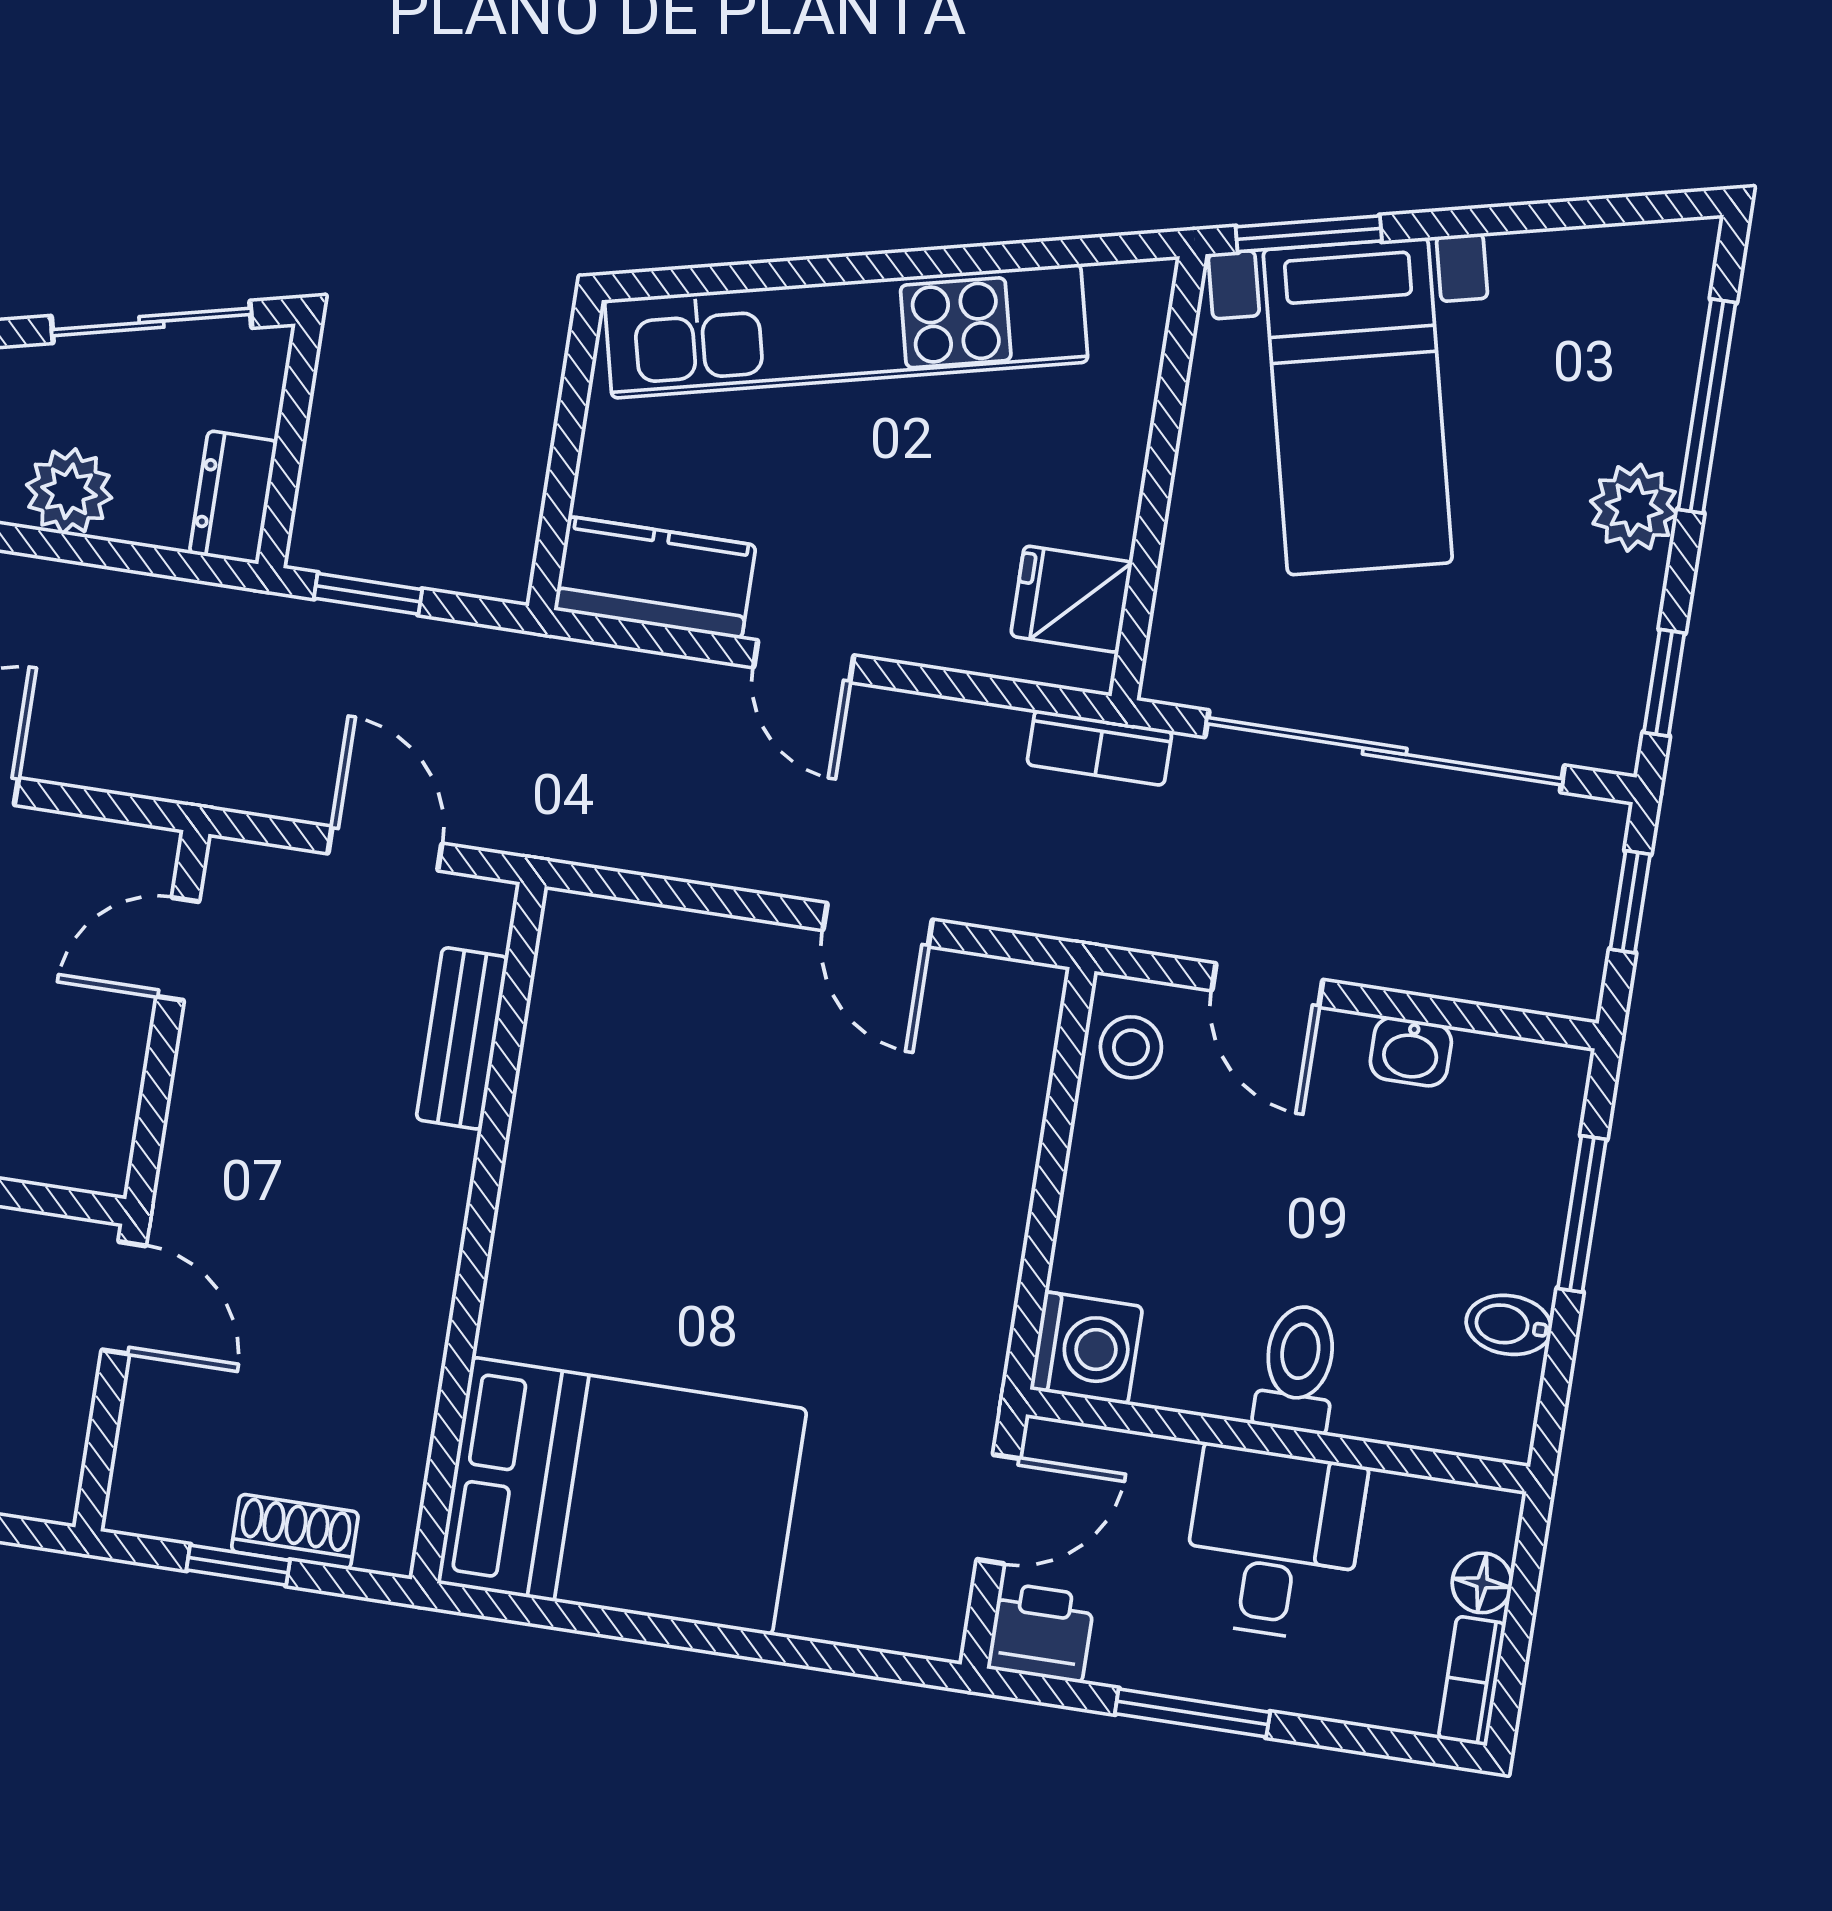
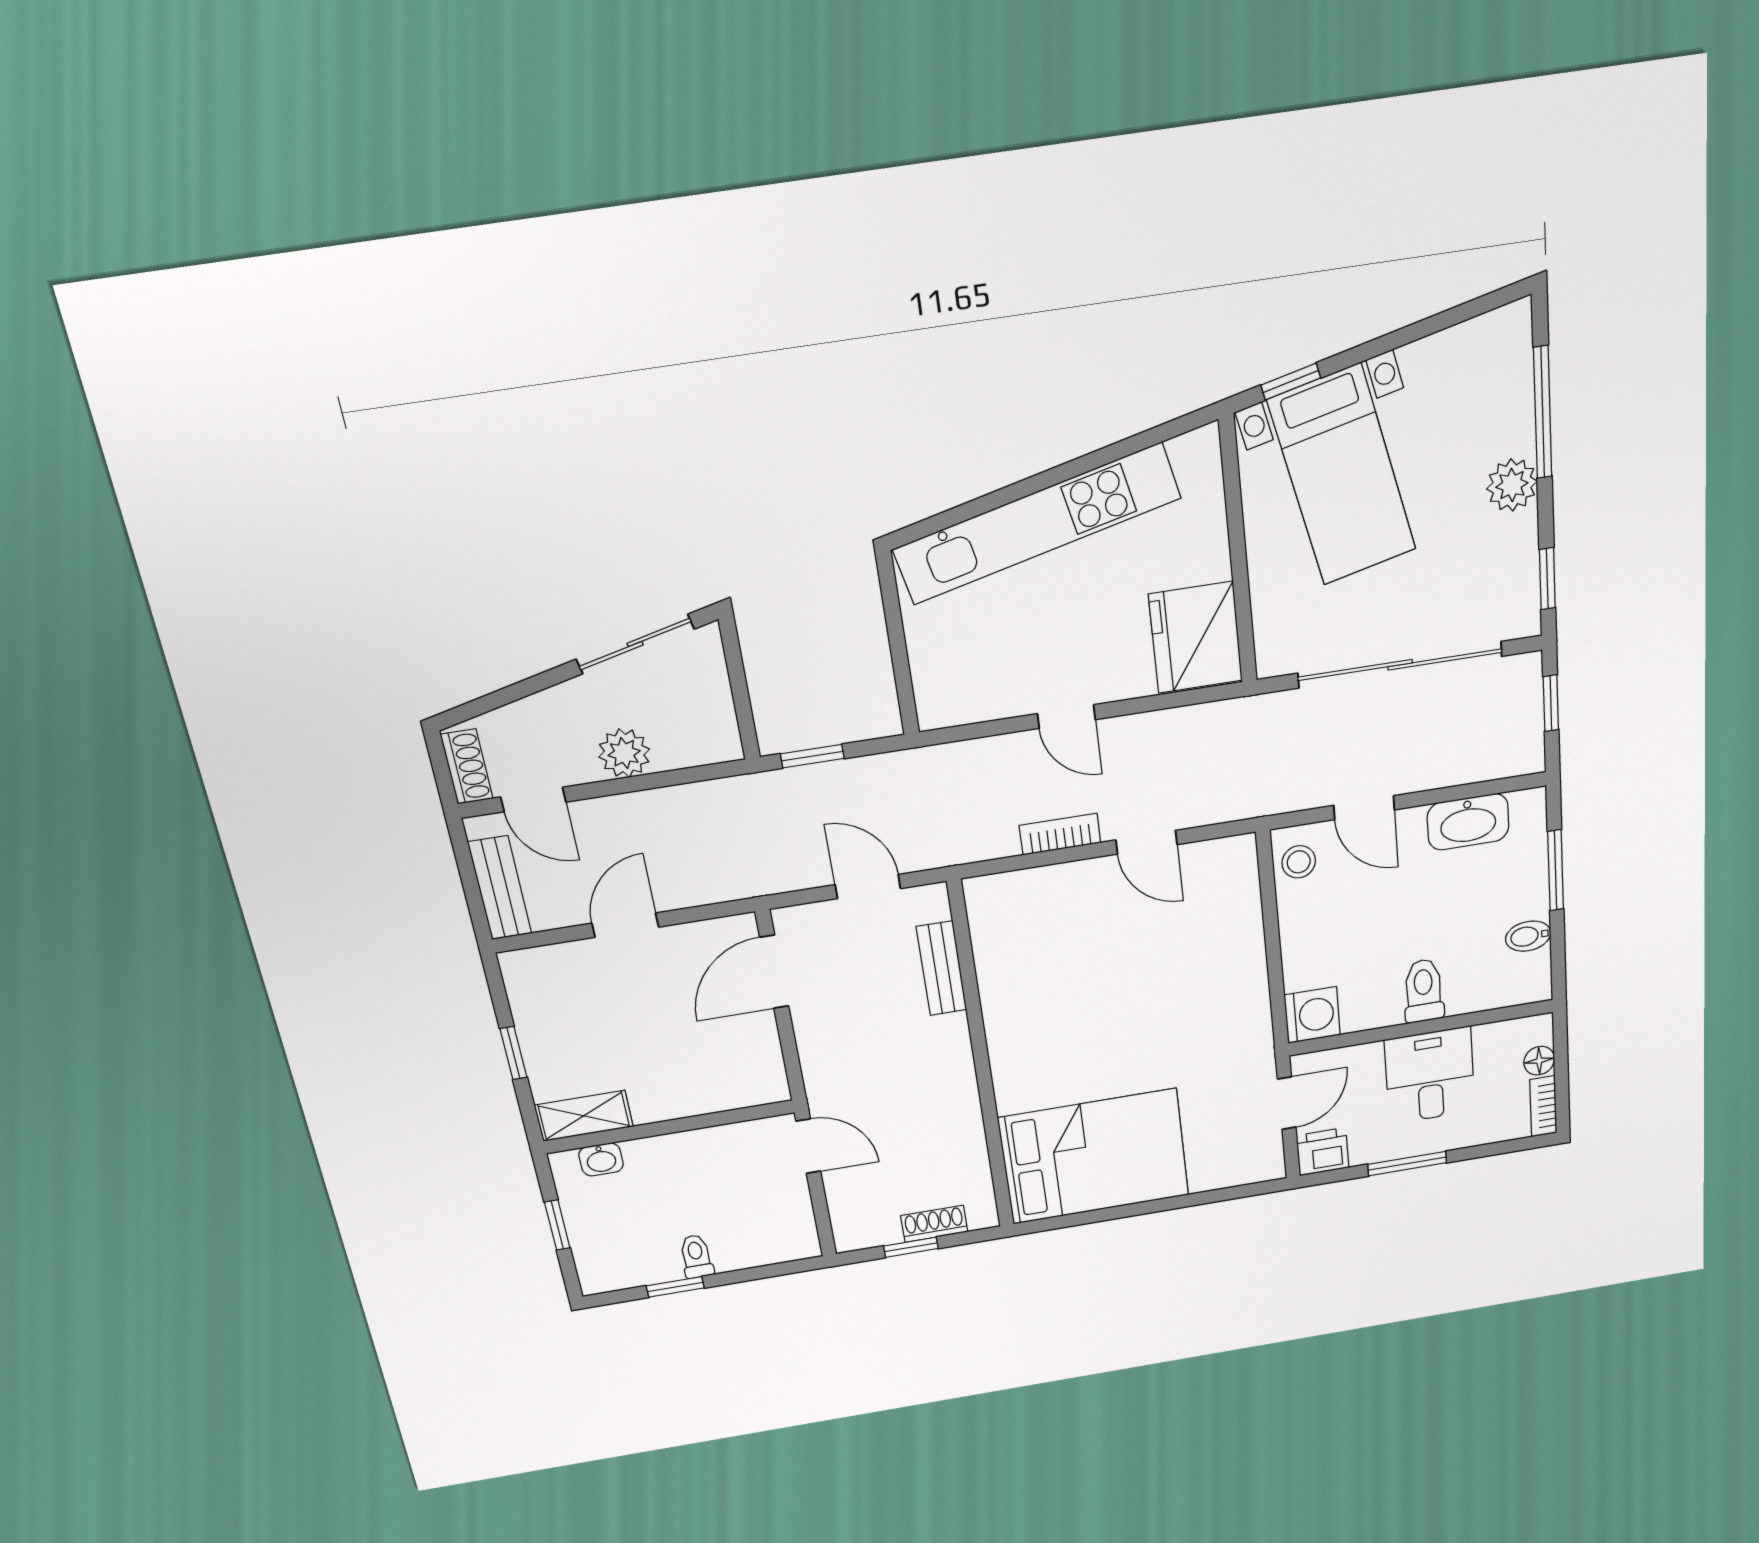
window: (1309, 234) -> (1291, 381), width x0.67
dresser: (233, 497) -> (718, 727), removed
kitchen counter: (655, 578) -> (970, 697), removed
fridge: (1071, 599) -> (1196, 638), width x1.88, depth x1.34
bookcase: (1099, 748) -> (1060, 834), moved, turned 180
door: (178, 949) -> (774, 972), width x1.37
washbasin: (1411, 1052) -> (1468, 822), width x1.91, depth x1.45

